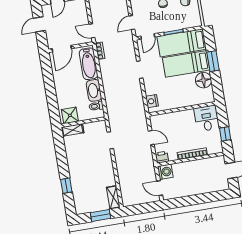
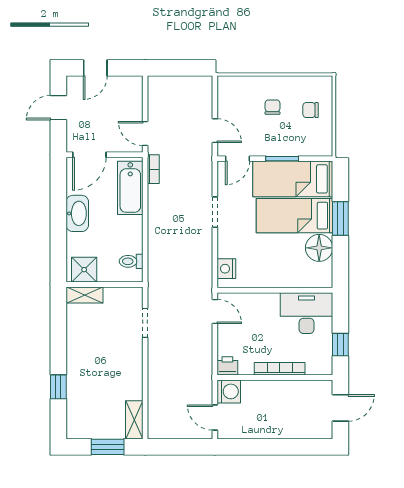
door: (132, 23) -> (215, 131), swing flipped
washbasin: (94, 90) -> (77, 213), moved, turned 180
desk: (207, 118) -> (307, 313), width x1.37
door: (151, 138) -> (215, 311), moved

